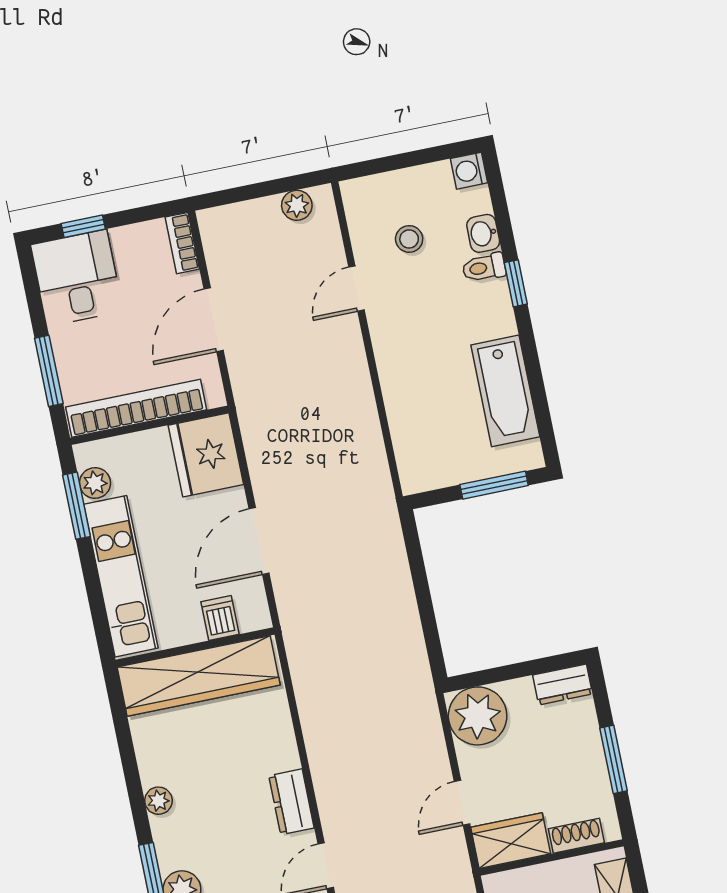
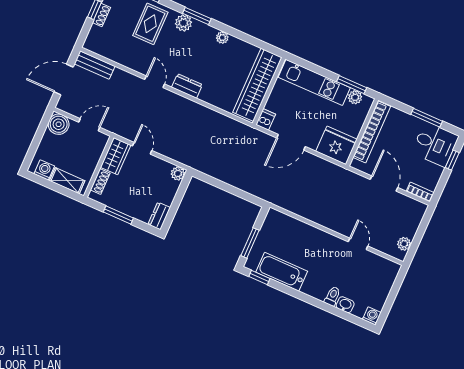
stool: (409, 239) -> (362, 276), removed
window: (516, 283) -> (259, 277), moved
window: (49, 371) -> (427, 118), moved
door: (259, 541) -> (291, 142), swing flipped
dishwasher: (220, 618) -> (266, 119), moved, turned -90
plant: (478, 716) -> (178, 174), width x0.53, depth x0.53

